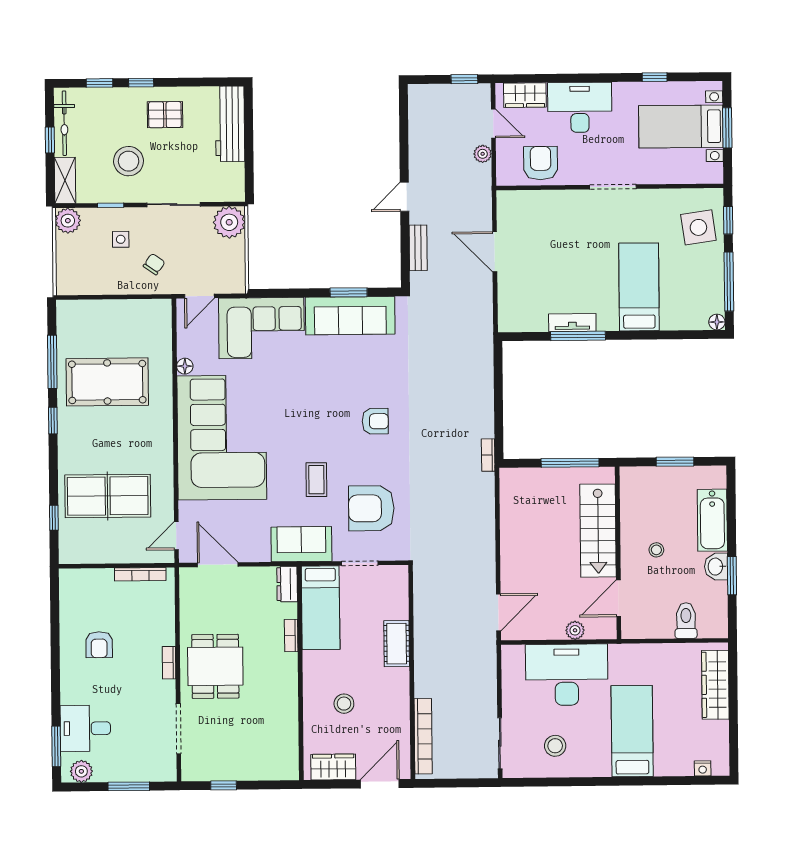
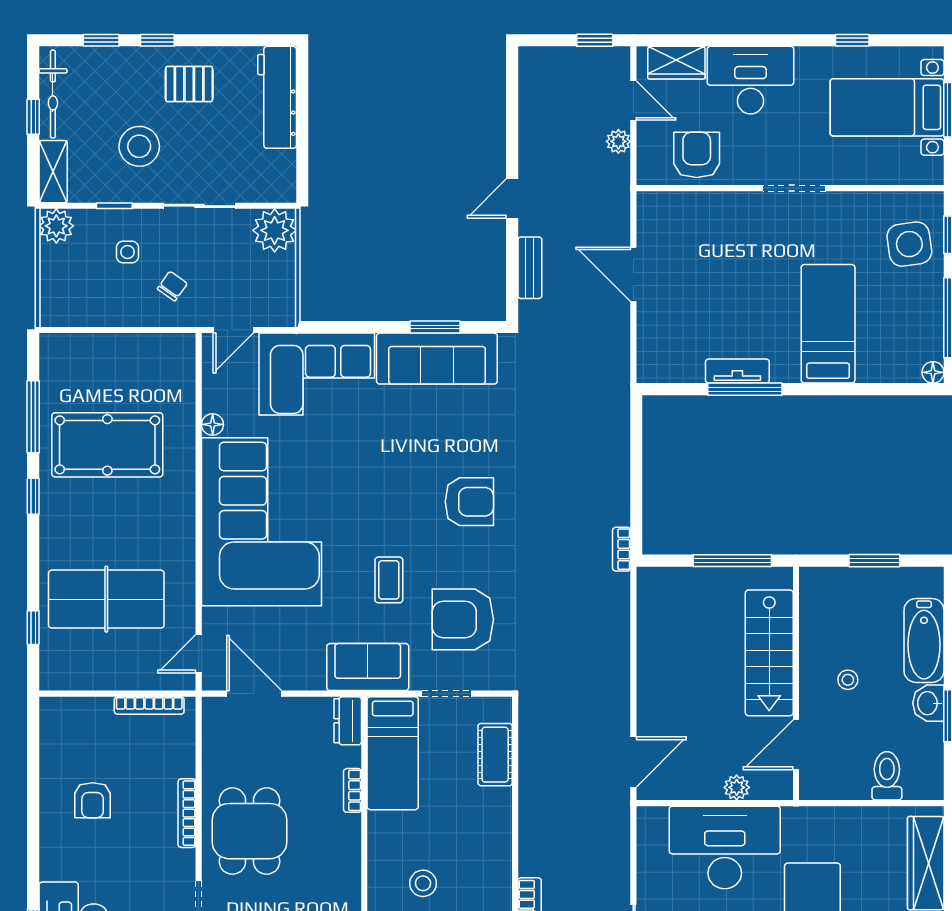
armchair: (375, 421) -> (469, 502), width x1.38, depth x1.38
cot: (397, 644) -> (495, 755), moved
bookcase: (169, 663) -> (187, 813), width x1.56

